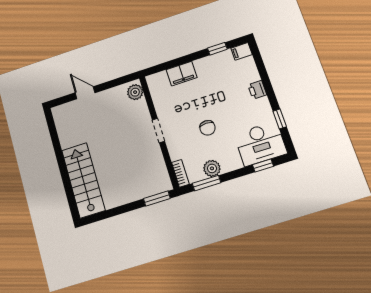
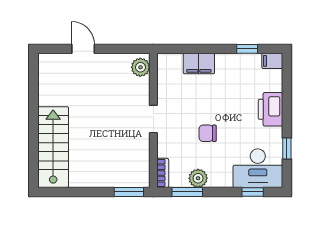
printer: (257, 90) -> (270, 109), width x1.87, depth x1.48
chair: (207, 128) -> (208, 133), turned 90

